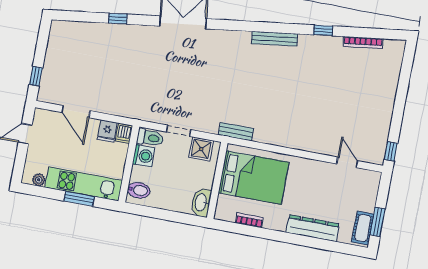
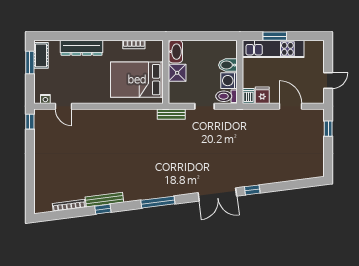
window: (118, 19) -> (252, 190), moved
window: (256, 27) -> (158, 202), added
bench: (274, 39) -> (104, 200), moved
bench: (236, 132) -> (171, 114), moved
shower: (201, 149) -> (177, 73), moved
nightstand: (367, 175) -> (45, 99), added
plant: (39, 180) -> (310, 45), removed
bidet: (139, 190) -> (228, 65), moved

